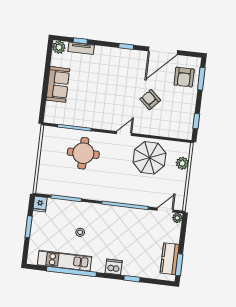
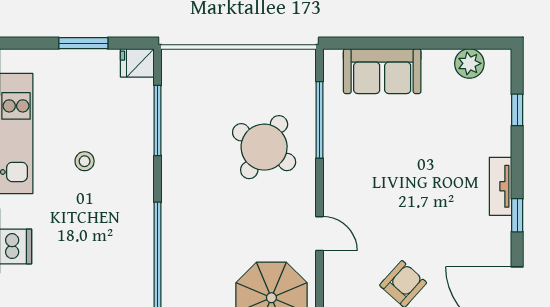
plant: (59, 47) -> (469, 63), moved
tv unit: (81, 48) -> (500, 186), moved
sofa: (58, 84) -> (382, 71), moved
round table: (83, 153) -> (264, 147), turned 33

